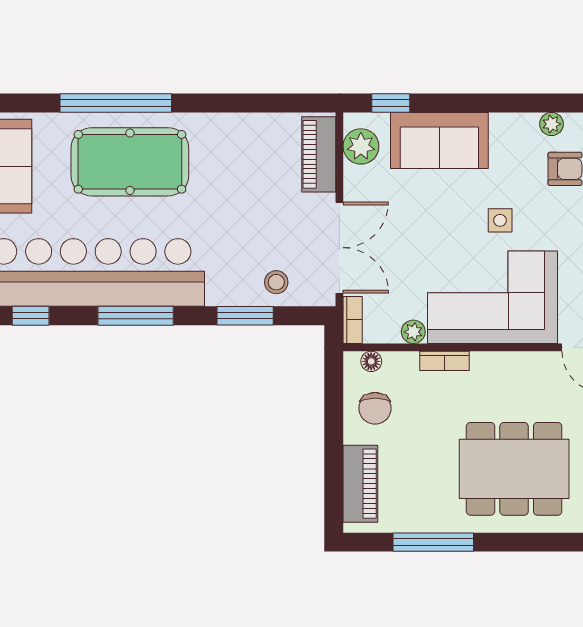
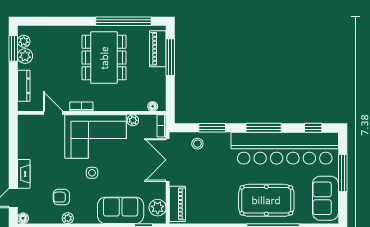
bookcase: (444, 361) -> (81, 107), moved
chair: (375, 408) -> (151, 84), removed
window: (334, 466) -> (170, 57), added
dining table: (514, 469) -> (104, 58), moved, turned 90
window: (433, 542) -> (123, 21), width x1.46

